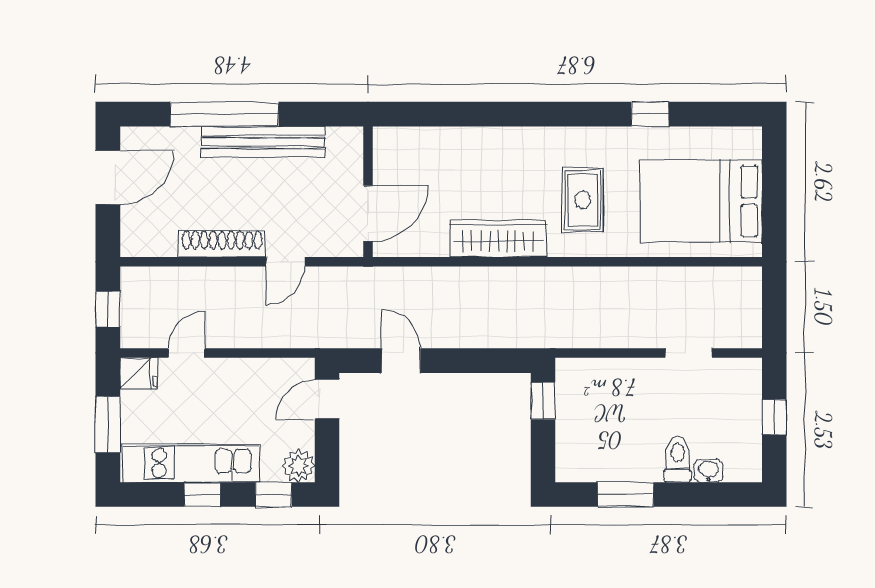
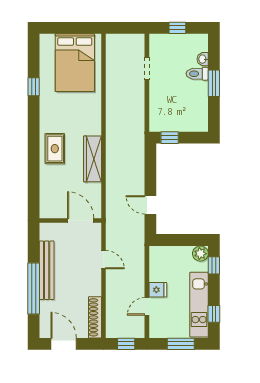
rug: (583, 200) -> (55, 149), moved, turned 90
shoe rack: (222, 244) -> (95, 317), moved
door: (187, 353) -> (147, 306), hinge flipped
door: (401, 361) -> (150, 205), hinge flipped
fridge: (139, 373) -> (158, 290), moved, turned 90
door: (327, 399) -> (169, 240), removed
window: (202, 494) -> (214, 314), moved
window: (626, 494) -> (214, 83), moved

